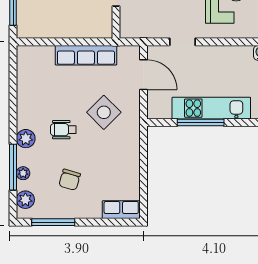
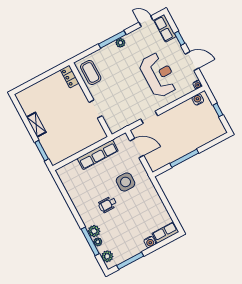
kitchen unit: (211, 108) -> (186, 147), removed
side table: (104, 112) -> (126, 182), turned 45
plant: (26, 139) -> (94, 231), moved
chair: (70, 180) -> (127, 231), removed
water cooler: (93, 211) -> (150, 242), added

